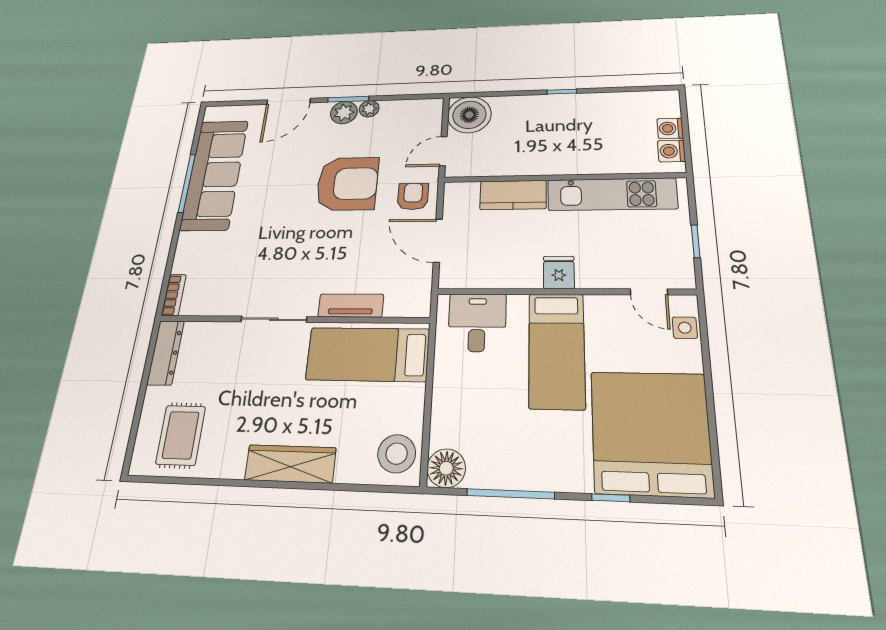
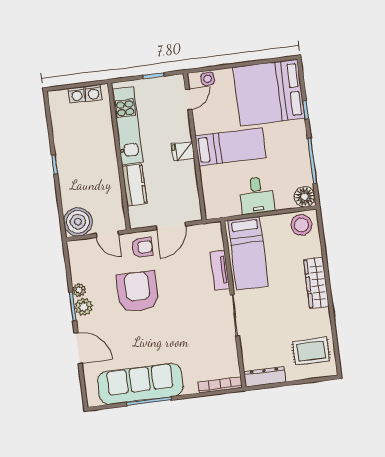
armchair: (413, 196) -> (142, 247), turned 180
bookcase: (174, 295) -> (220, 385), width x1.56
desk: (477, 323) -> (257, 195), moved, turned -90

